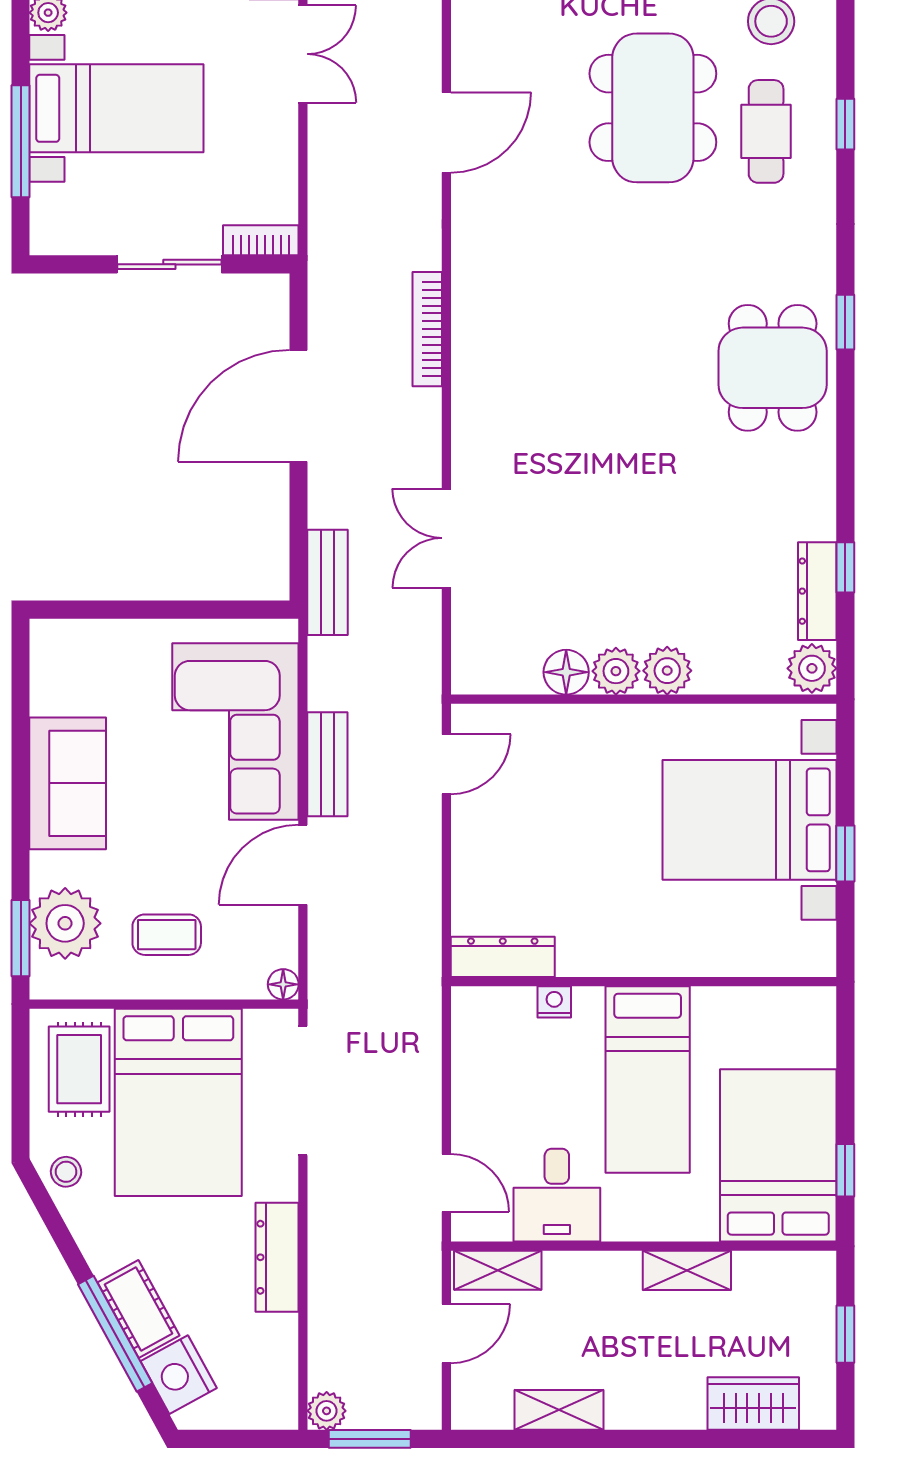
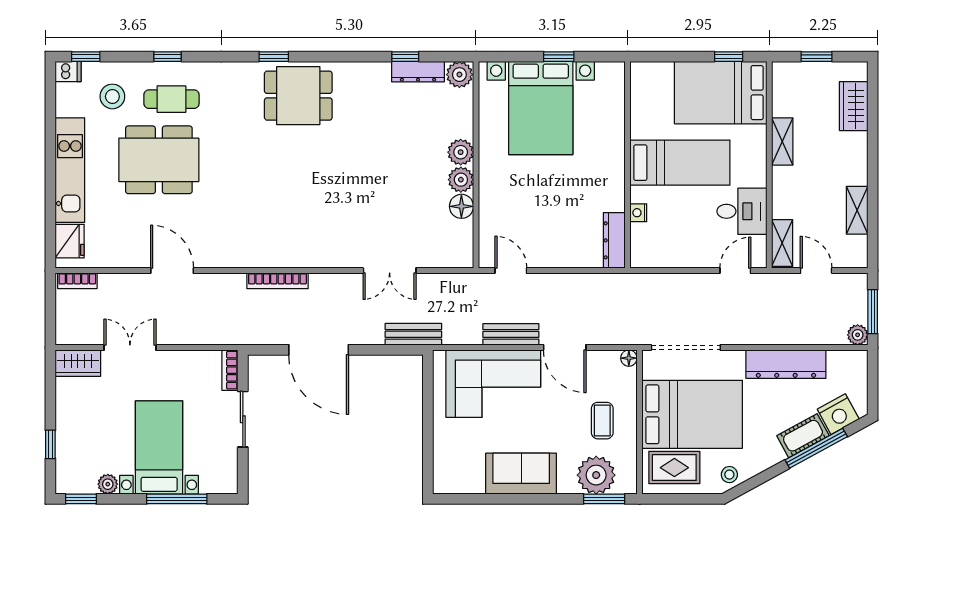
dresser: (277, 1257) -> (786, 364), width x1.37, depth x1.24

